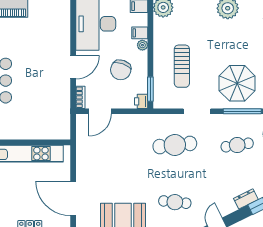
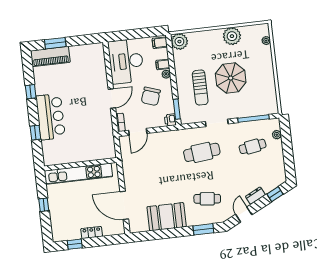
parasol: (237, 83) -> (231, 78), moved
dresser: (246, 199) -> (255, 196), moved

